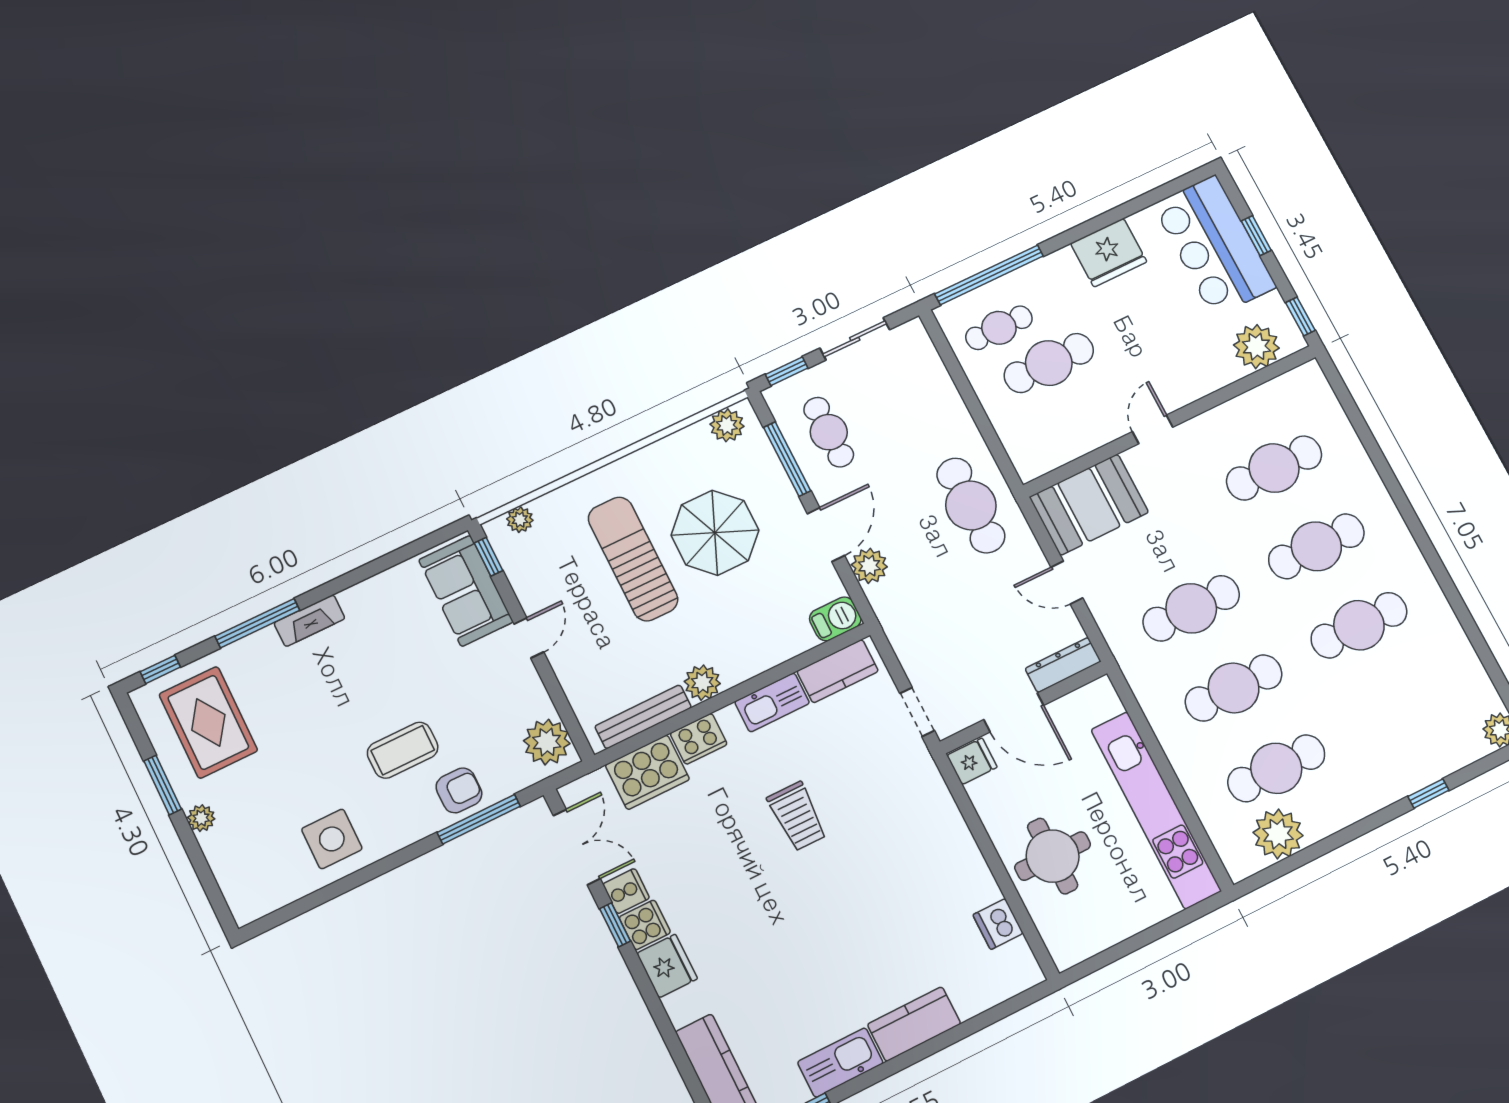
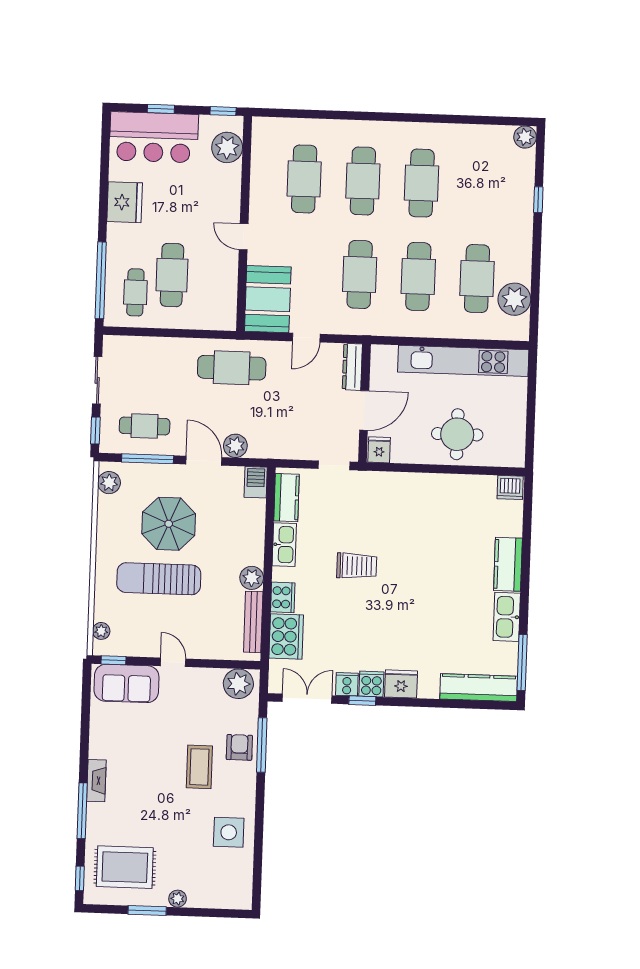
dishwasher: (998, 924) -> (510, 487), moved

